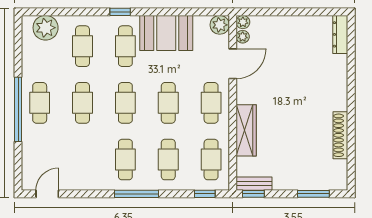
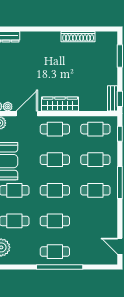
door: (233, 64) -> (27, 114), hinge flipped
wardrobe: (246, 130) -> (60, 104), moved

